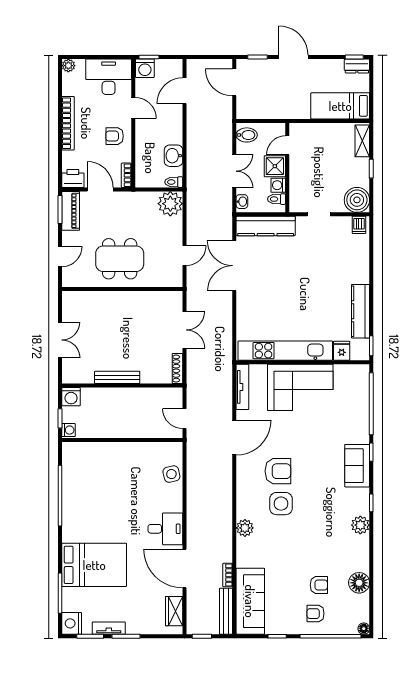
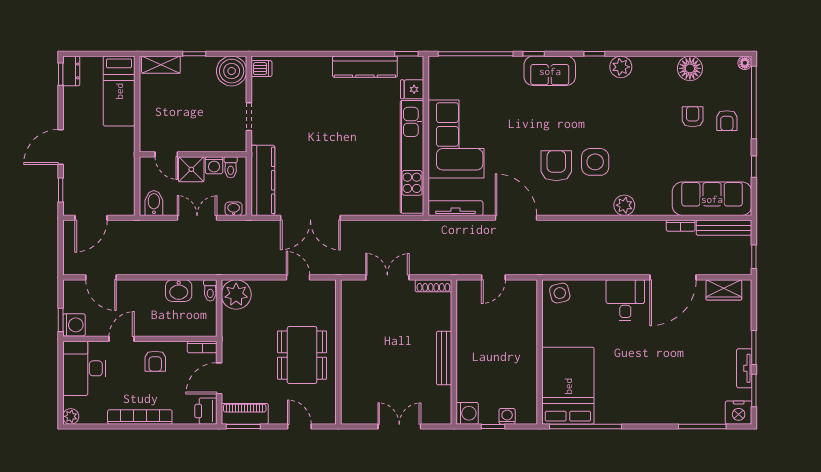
wall: (122, 440) -> (540, 352), moved
bed: (94, 565) -> (568, 386), moved

